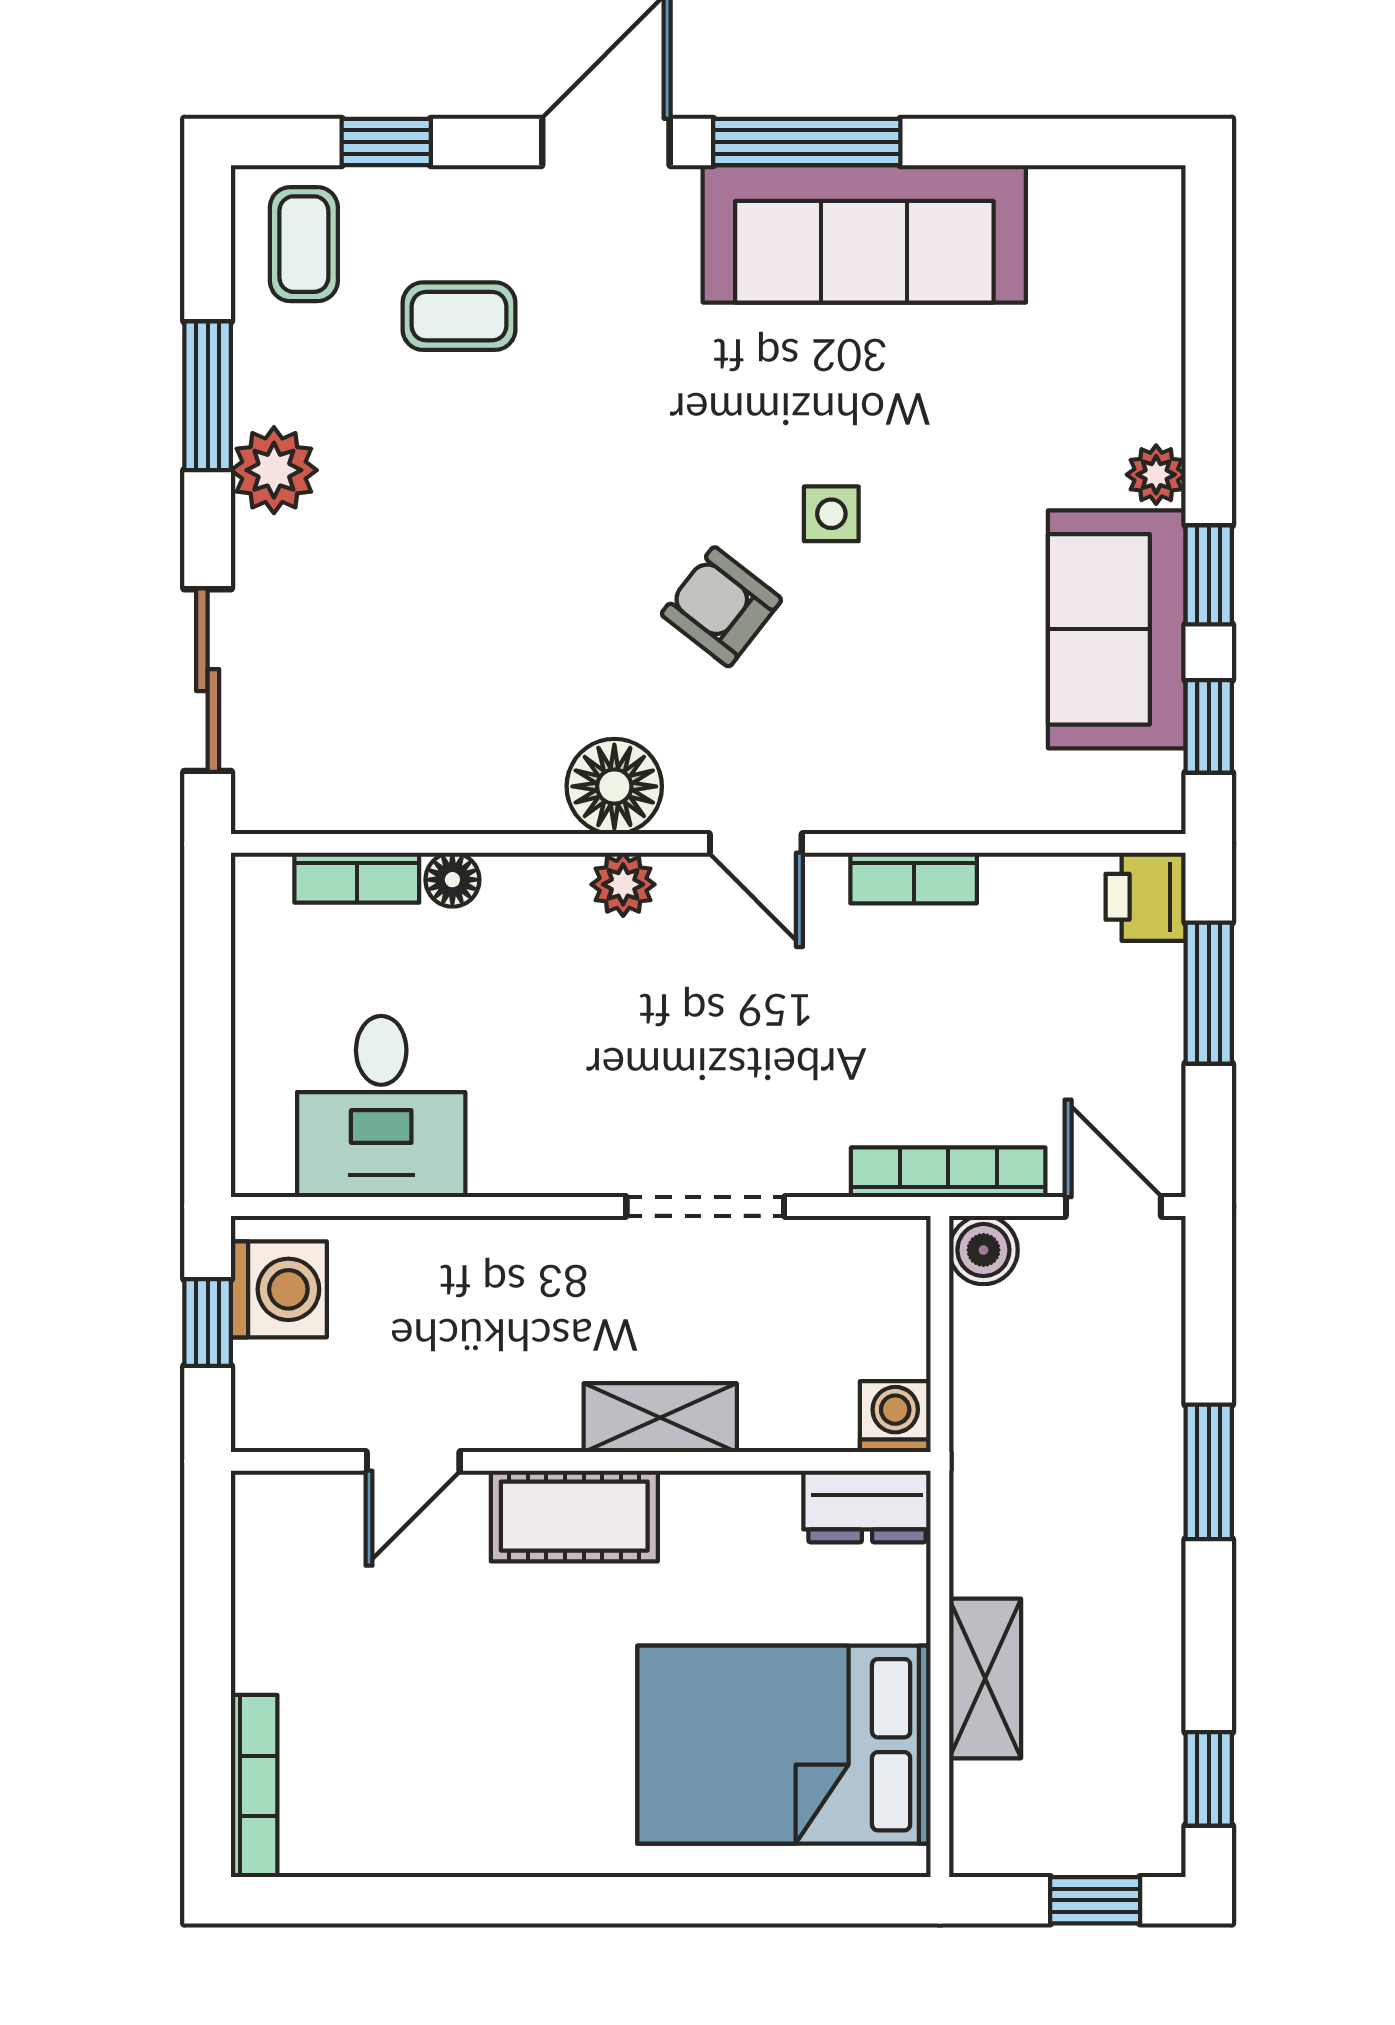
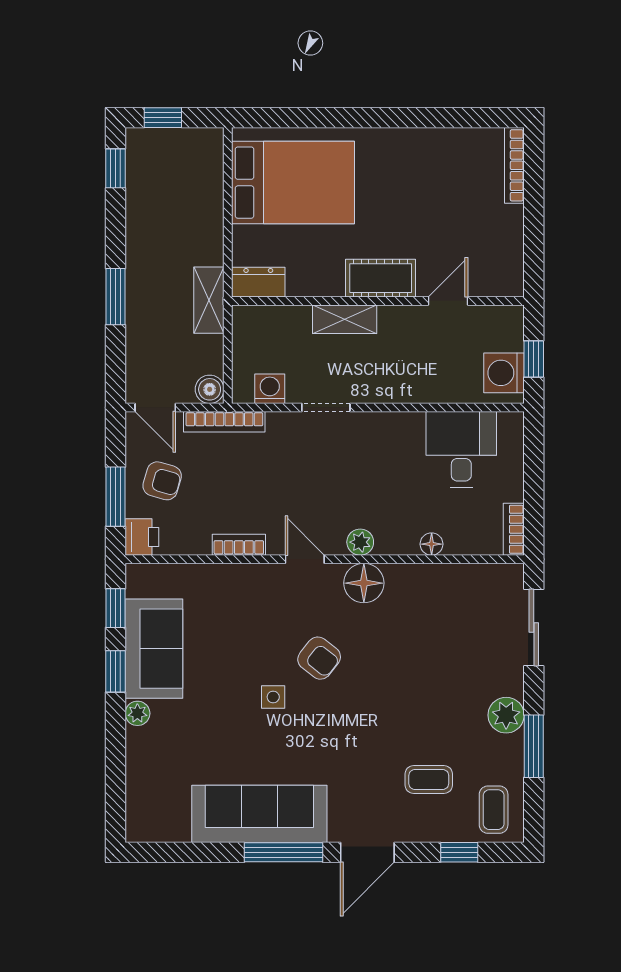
bookcase: (357, 878) -> (514, 529), moved, turned -90
armchair: (1097, 1031) -> (162, 481), added
doorway: (705, 1206) -> (326, 408), width x0.73
washing machine: (895, 1417) -> (270, 389), moved, turned 180
shelving: (985, 1678) -> (209, 300), moved

